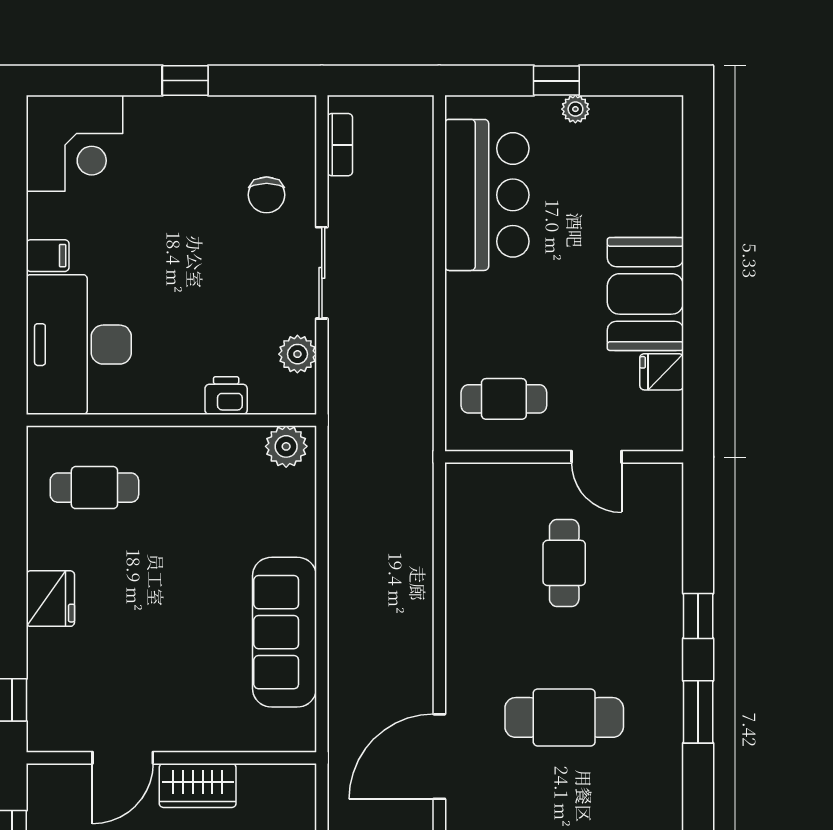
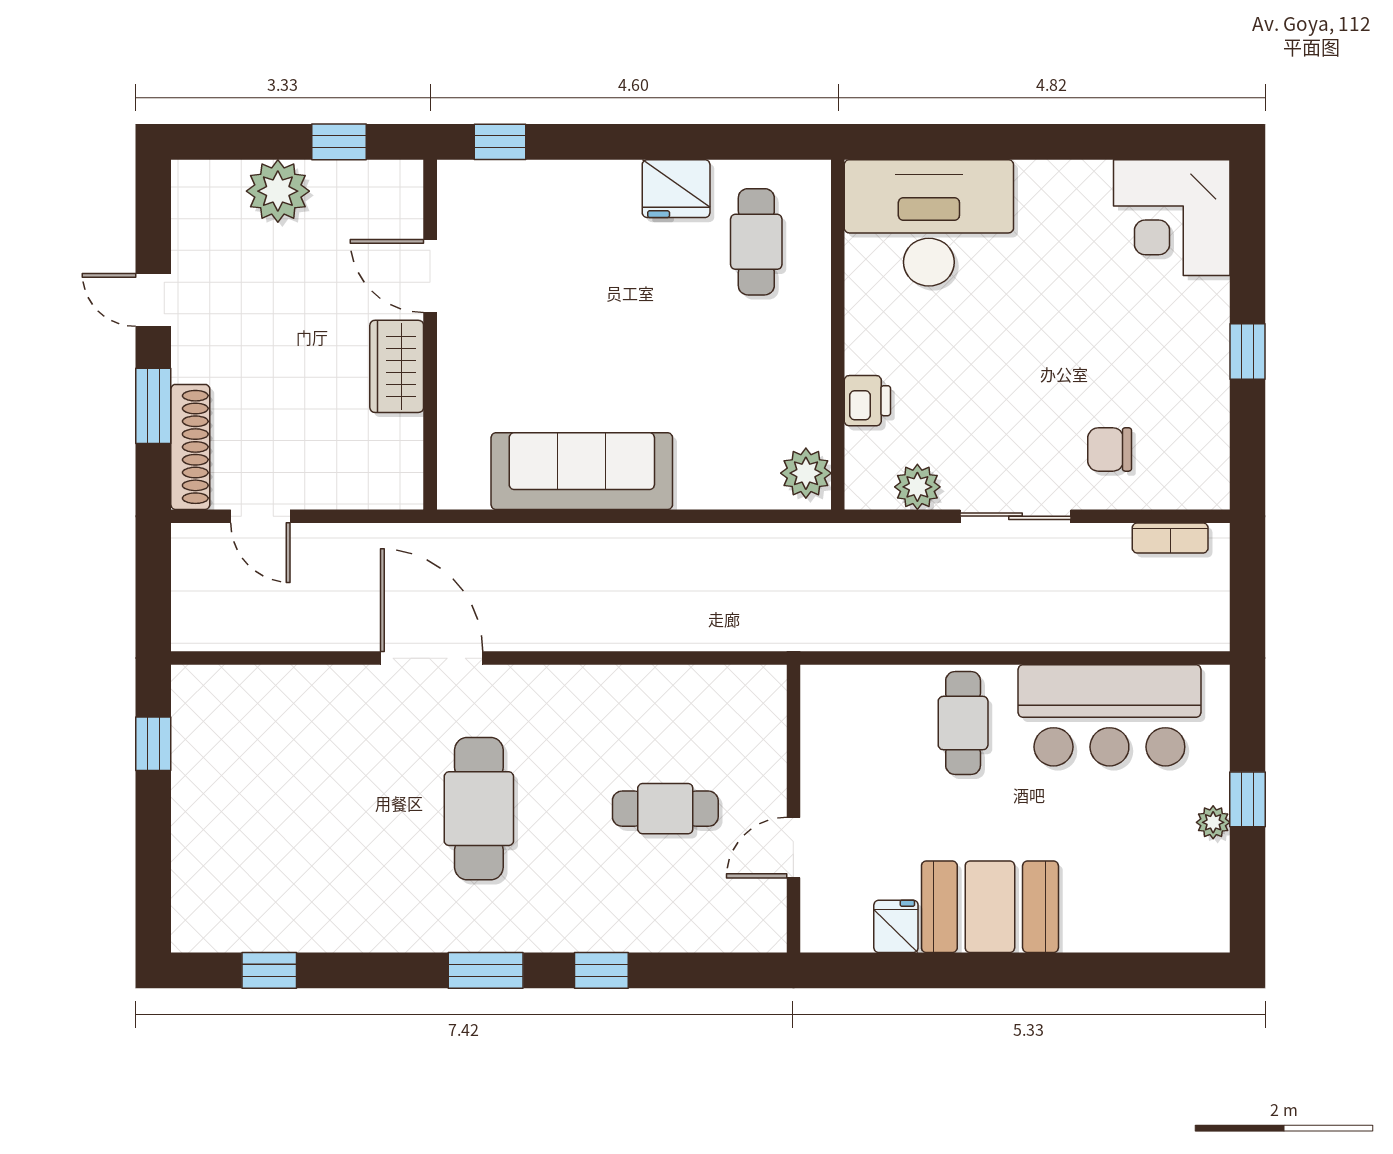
filing cabinet: (48, 256) -> (1036, 185), removed
cafe table: (504, 399) -> (963, 723), moved
fridge: (50, 599) -> (676, 189), moved

